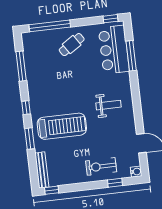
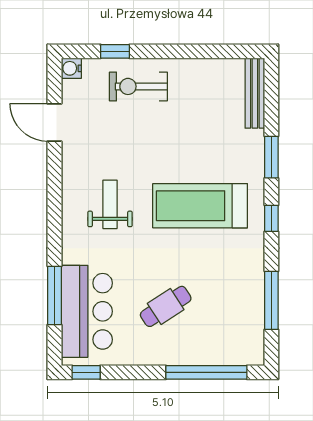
cafe table: (72, 45) -> (166, 306), moved
weight bench: (108, 105) -> (110, 204), turned 90
treadmill: (62, 126) -> (200, 206), moved
exercise bike: (101, 166) -> (138, 86), turned 180
window: (52, 190) -> (240, 51), removed

